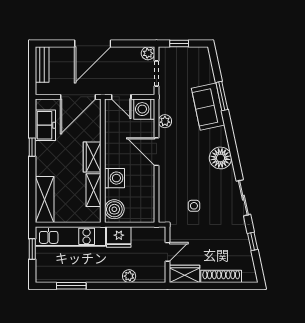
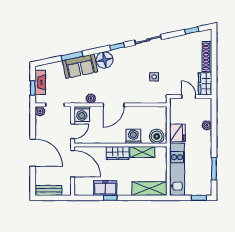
fireplace: (186, 54) -> (40, 82), added
freezer: (45, 125) -> (105, 188), moved
window: (235, 156) -> (117, 46), added
floor lamp: (220, 158) -> (105, 60), moved
window: (253, 241) -> (192, 31), moved
window: (32, 249) -> (199, 198), moved

